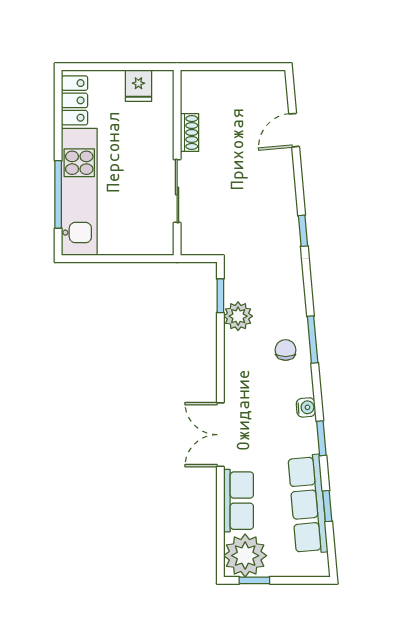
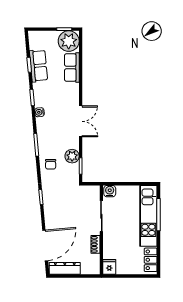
dresser: (253, 82) -> (65, 268), added
fridge: (138, 86) -> (109, 267), moved
door: (294, 130) -> (45, 245), width x1.87
water cooler: (160, 243) -> (110, 191), added
chair: (286, 350) -> (51, 164), moved
double door: (220, 435) -> (81, 121), moved
row of seats: (308, 504) -> (39, 66), width x0.68

